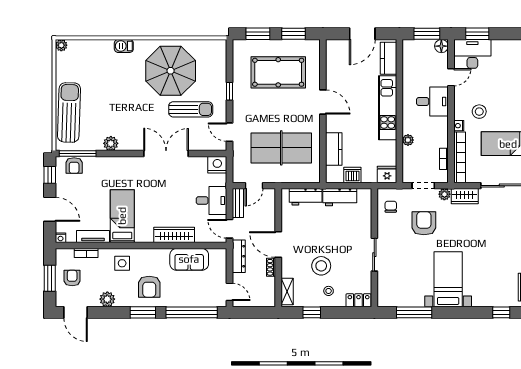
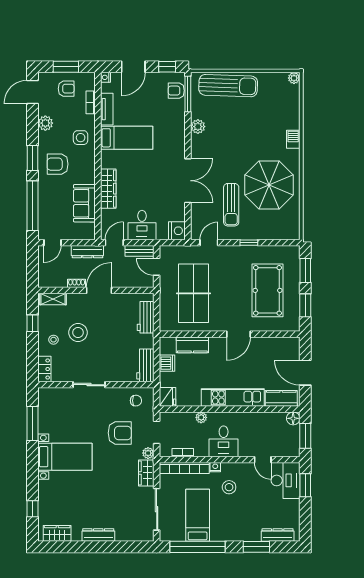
floor lamp: (441, 46) -> (293, 418), moved
desk: (432, 101) -> (224, 441), moved
workbench: (340, 197) -> (145, 365), moved

